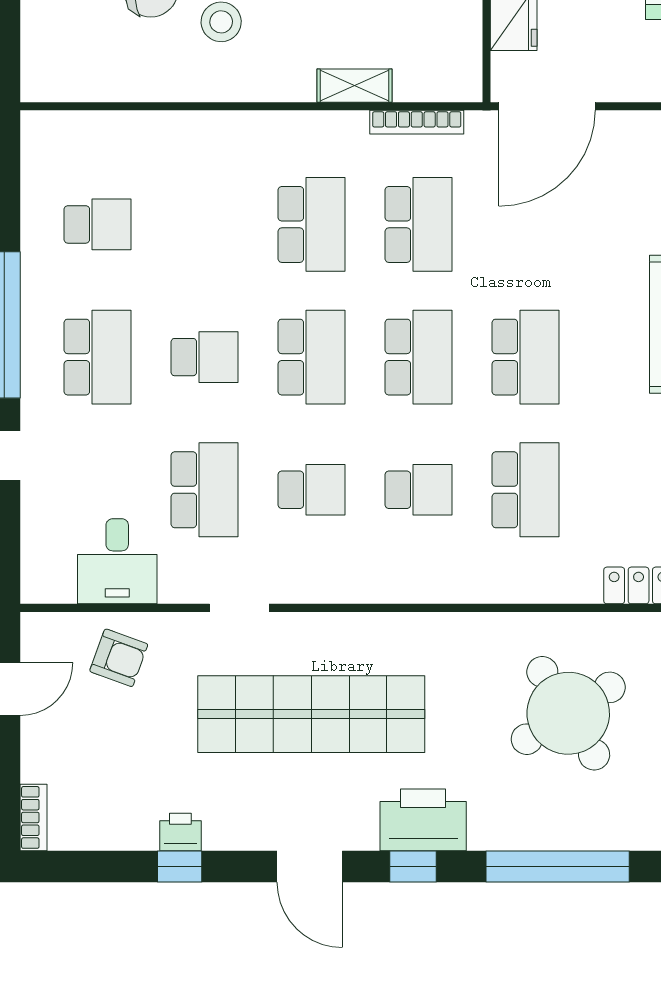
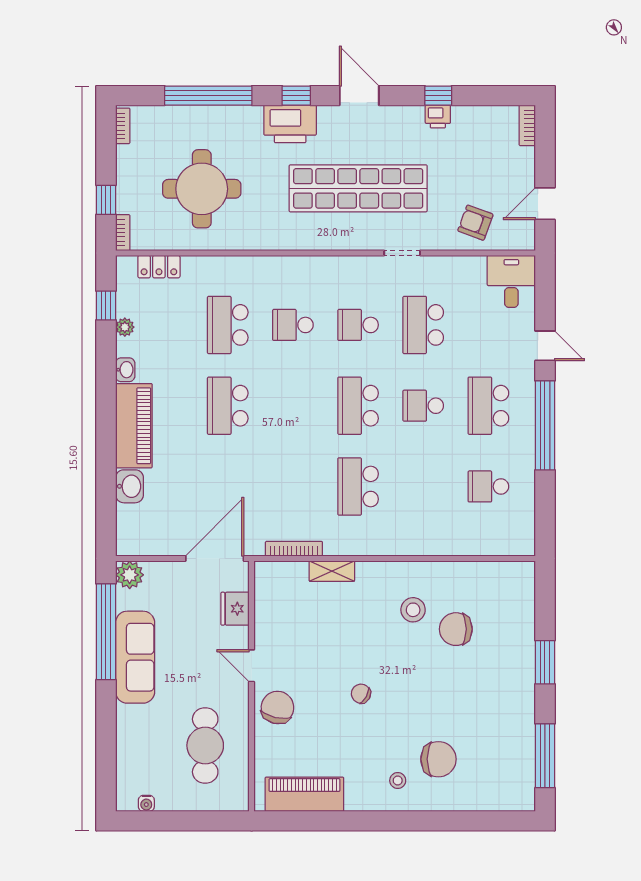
school desk: (418, 224) -> (293, 486), removed
school desk: (418, 357) -> (293, 406), removed
desk: (117, 561) -> (511, 281), moved
round table: (568, 713) -> (202, 189), turned 32

